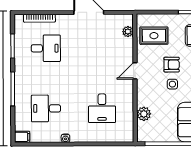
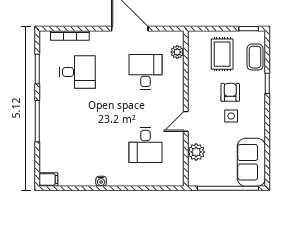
rug: (154, 36) -> (222, 54), moved, turned 90
armchair: (172, 65) -> (230, 92), turned -90
door: (135, 71) -> (186, 121), moved
desk: (46, 108) -> (145, 72), moved, turned 90

